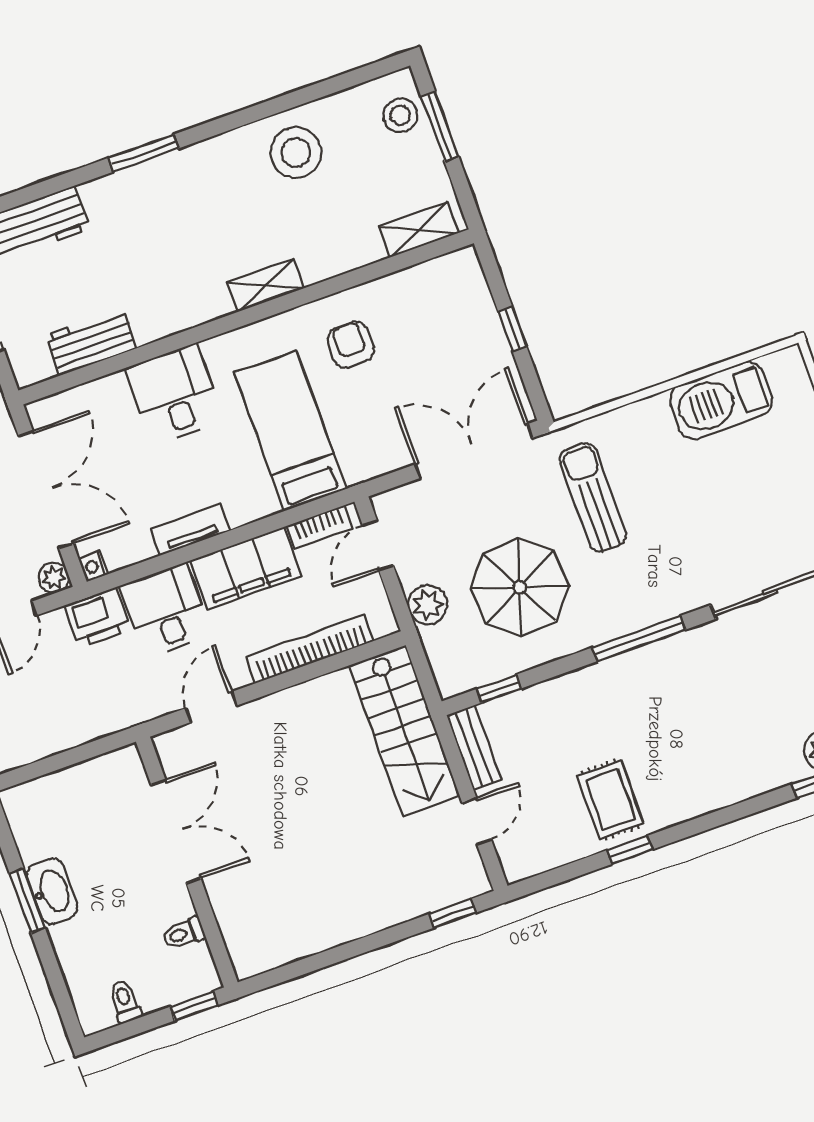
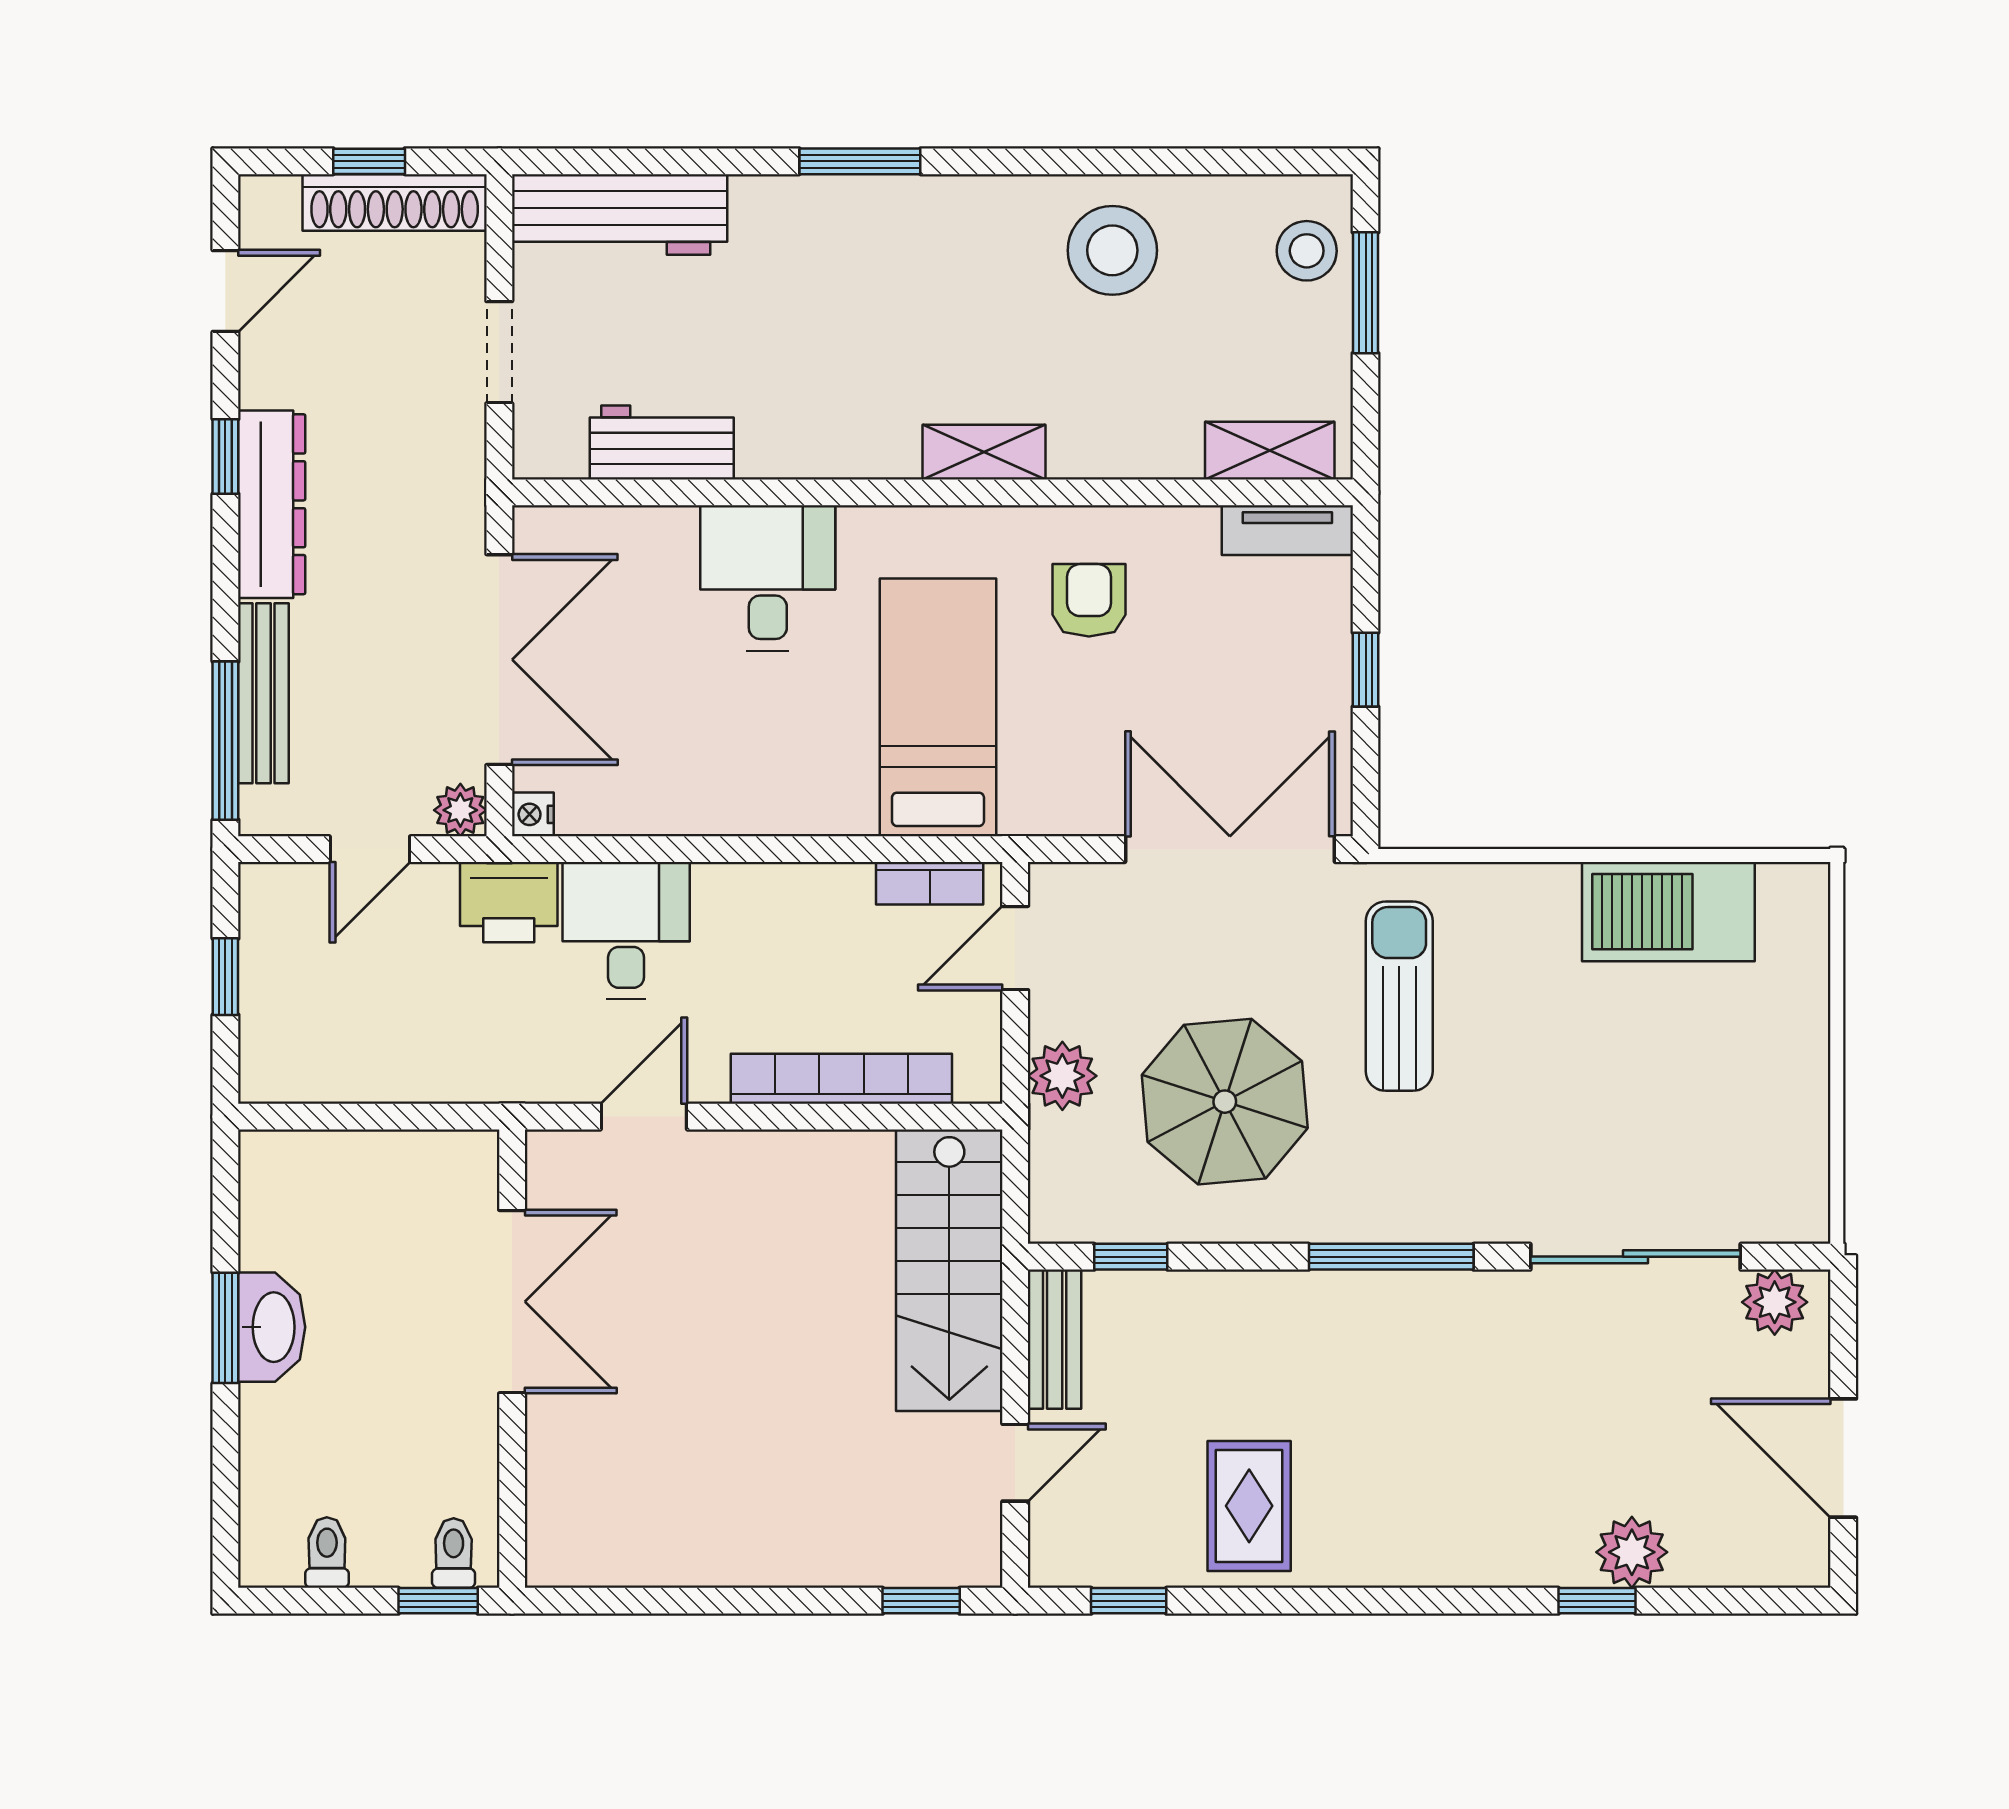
tv unit: (190, 530) -> (1287, 530), moved, turned 180
filing cabinet: (246, 568) -> (783, 908), removed
window: (630, 850) -> (1129, 1601), moved
toilet: (184, 933) -> (454, 1553), moved, turned 90

